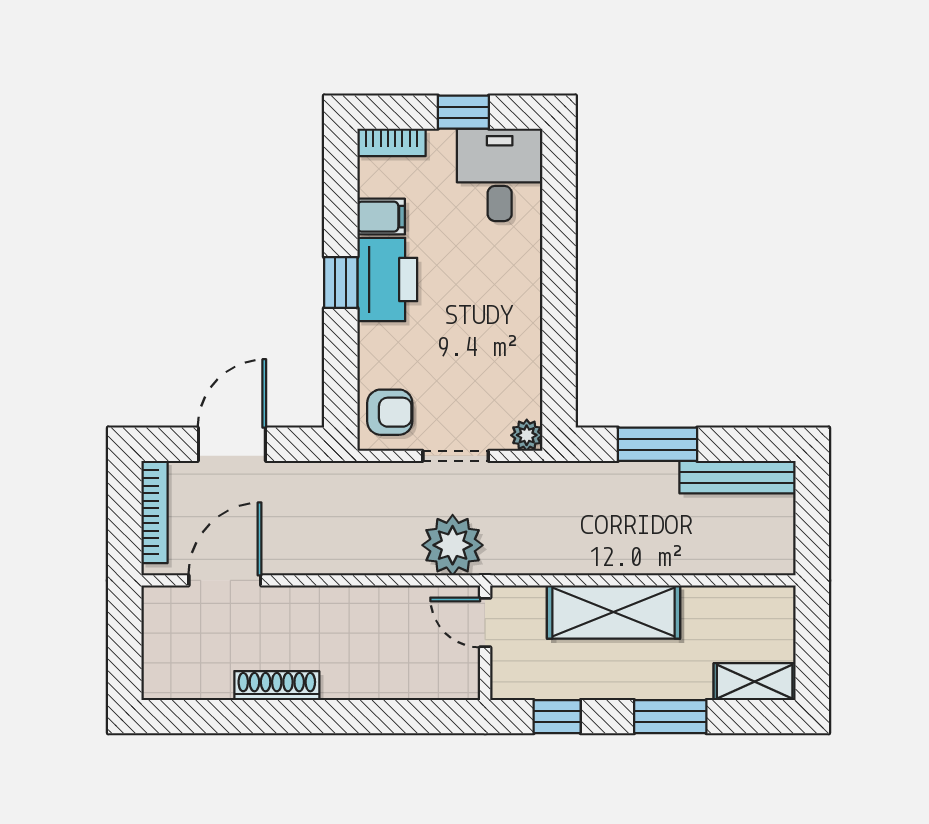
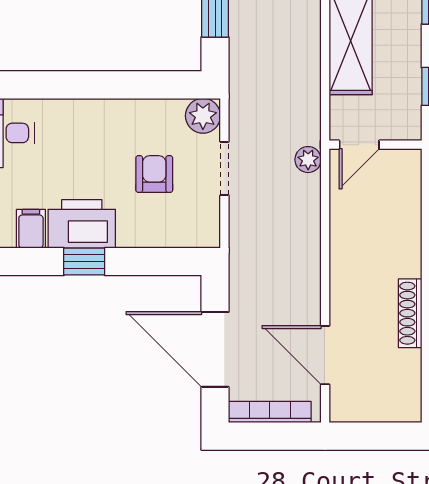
armchair: (390, 412) -> (154, 174), moved
plant: (527, 435) -> (203, 116), width x1.38, depth x1.38
door: (232, 444) -> (215, 349), width x1.36
plant: (453, 545) -> (308, 160), width x0.53, depth x0.53

